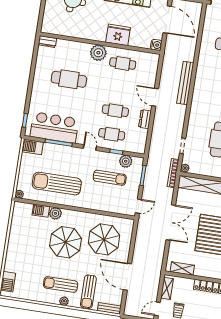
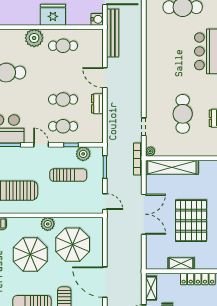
bench: (185, 83) -> (113, 33), moved
door: (138, 206) -> (105, 202), hinge flipped
plant: (55, 213) -> (48, 224), moved
shelving: (182, 269) -> (181, 264), moved

